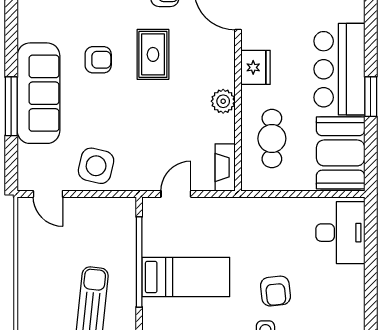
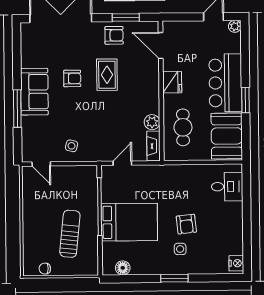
sofa: (38, 93) -> (34, 92), width x0.73
plant: (223, 101) -> (152, 122), moved
side table: (96, 166) -> (72, 146), width x0.54, depth x0.54
desk: (340, 233) -> (227, 187), width x0.73
bed: (186, 277) -> (129, 222), width x1.50

